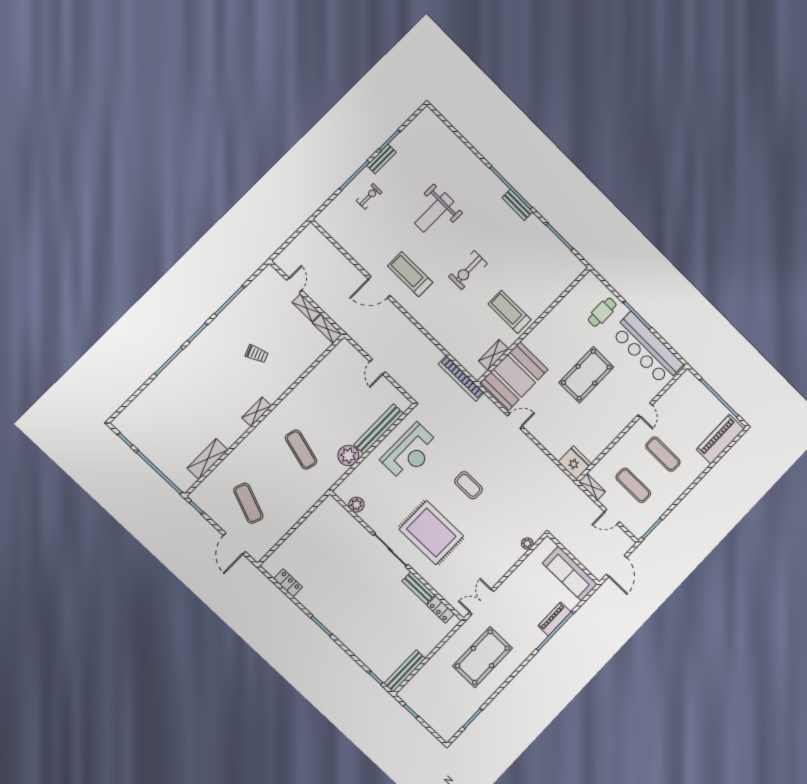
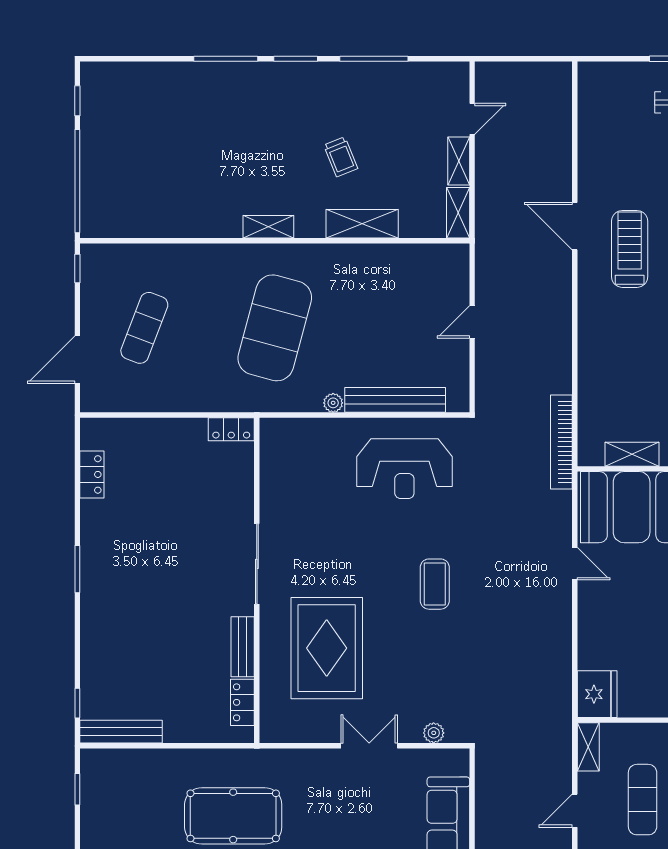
exercise mat: (301, 450) -> (275, 328), width x2.00, depth x1.45
plant: (348, 455) -> (333, 403), width x0.53, depth x0.53
shelving: (208, 459) -> (362, 224), moved
plant: (356, 505) -> (273, 465), removed
locker: (325, 508) -> (231, 429), added
door: (612, 517) -> (575, 811), hinge flipped
rug: (431, 533) -> (327, 648), moved
double door: (482, 602) -> (369, 746), moved

